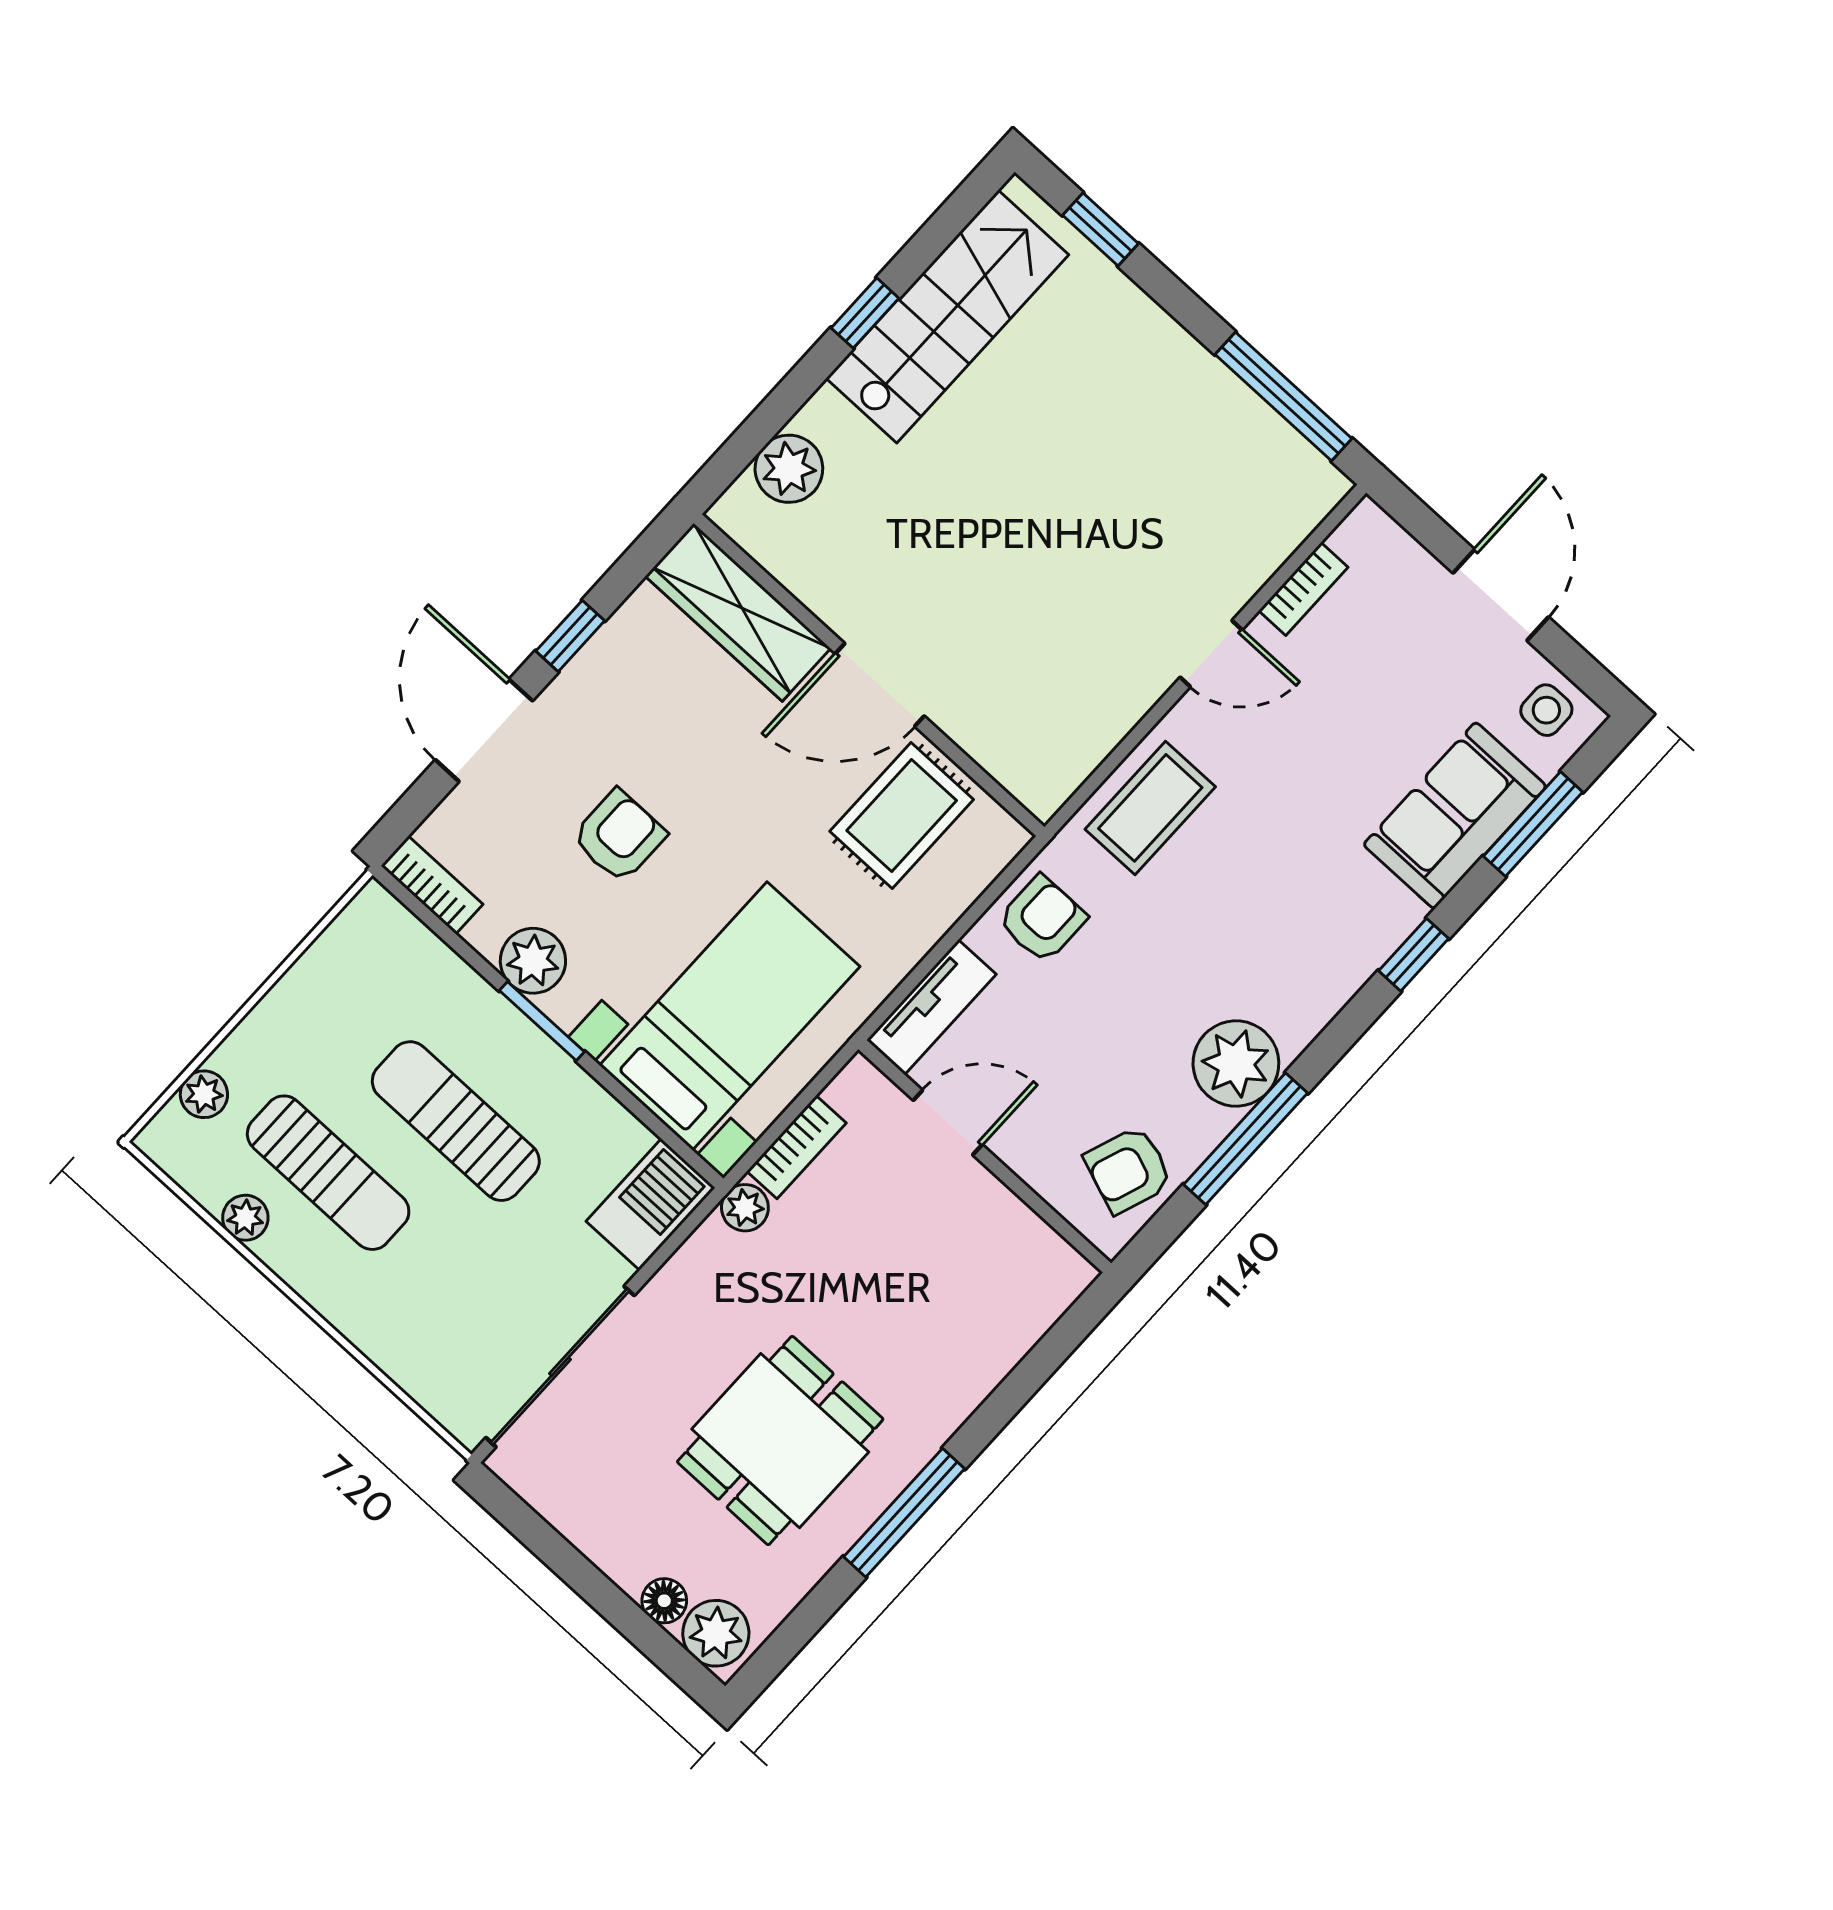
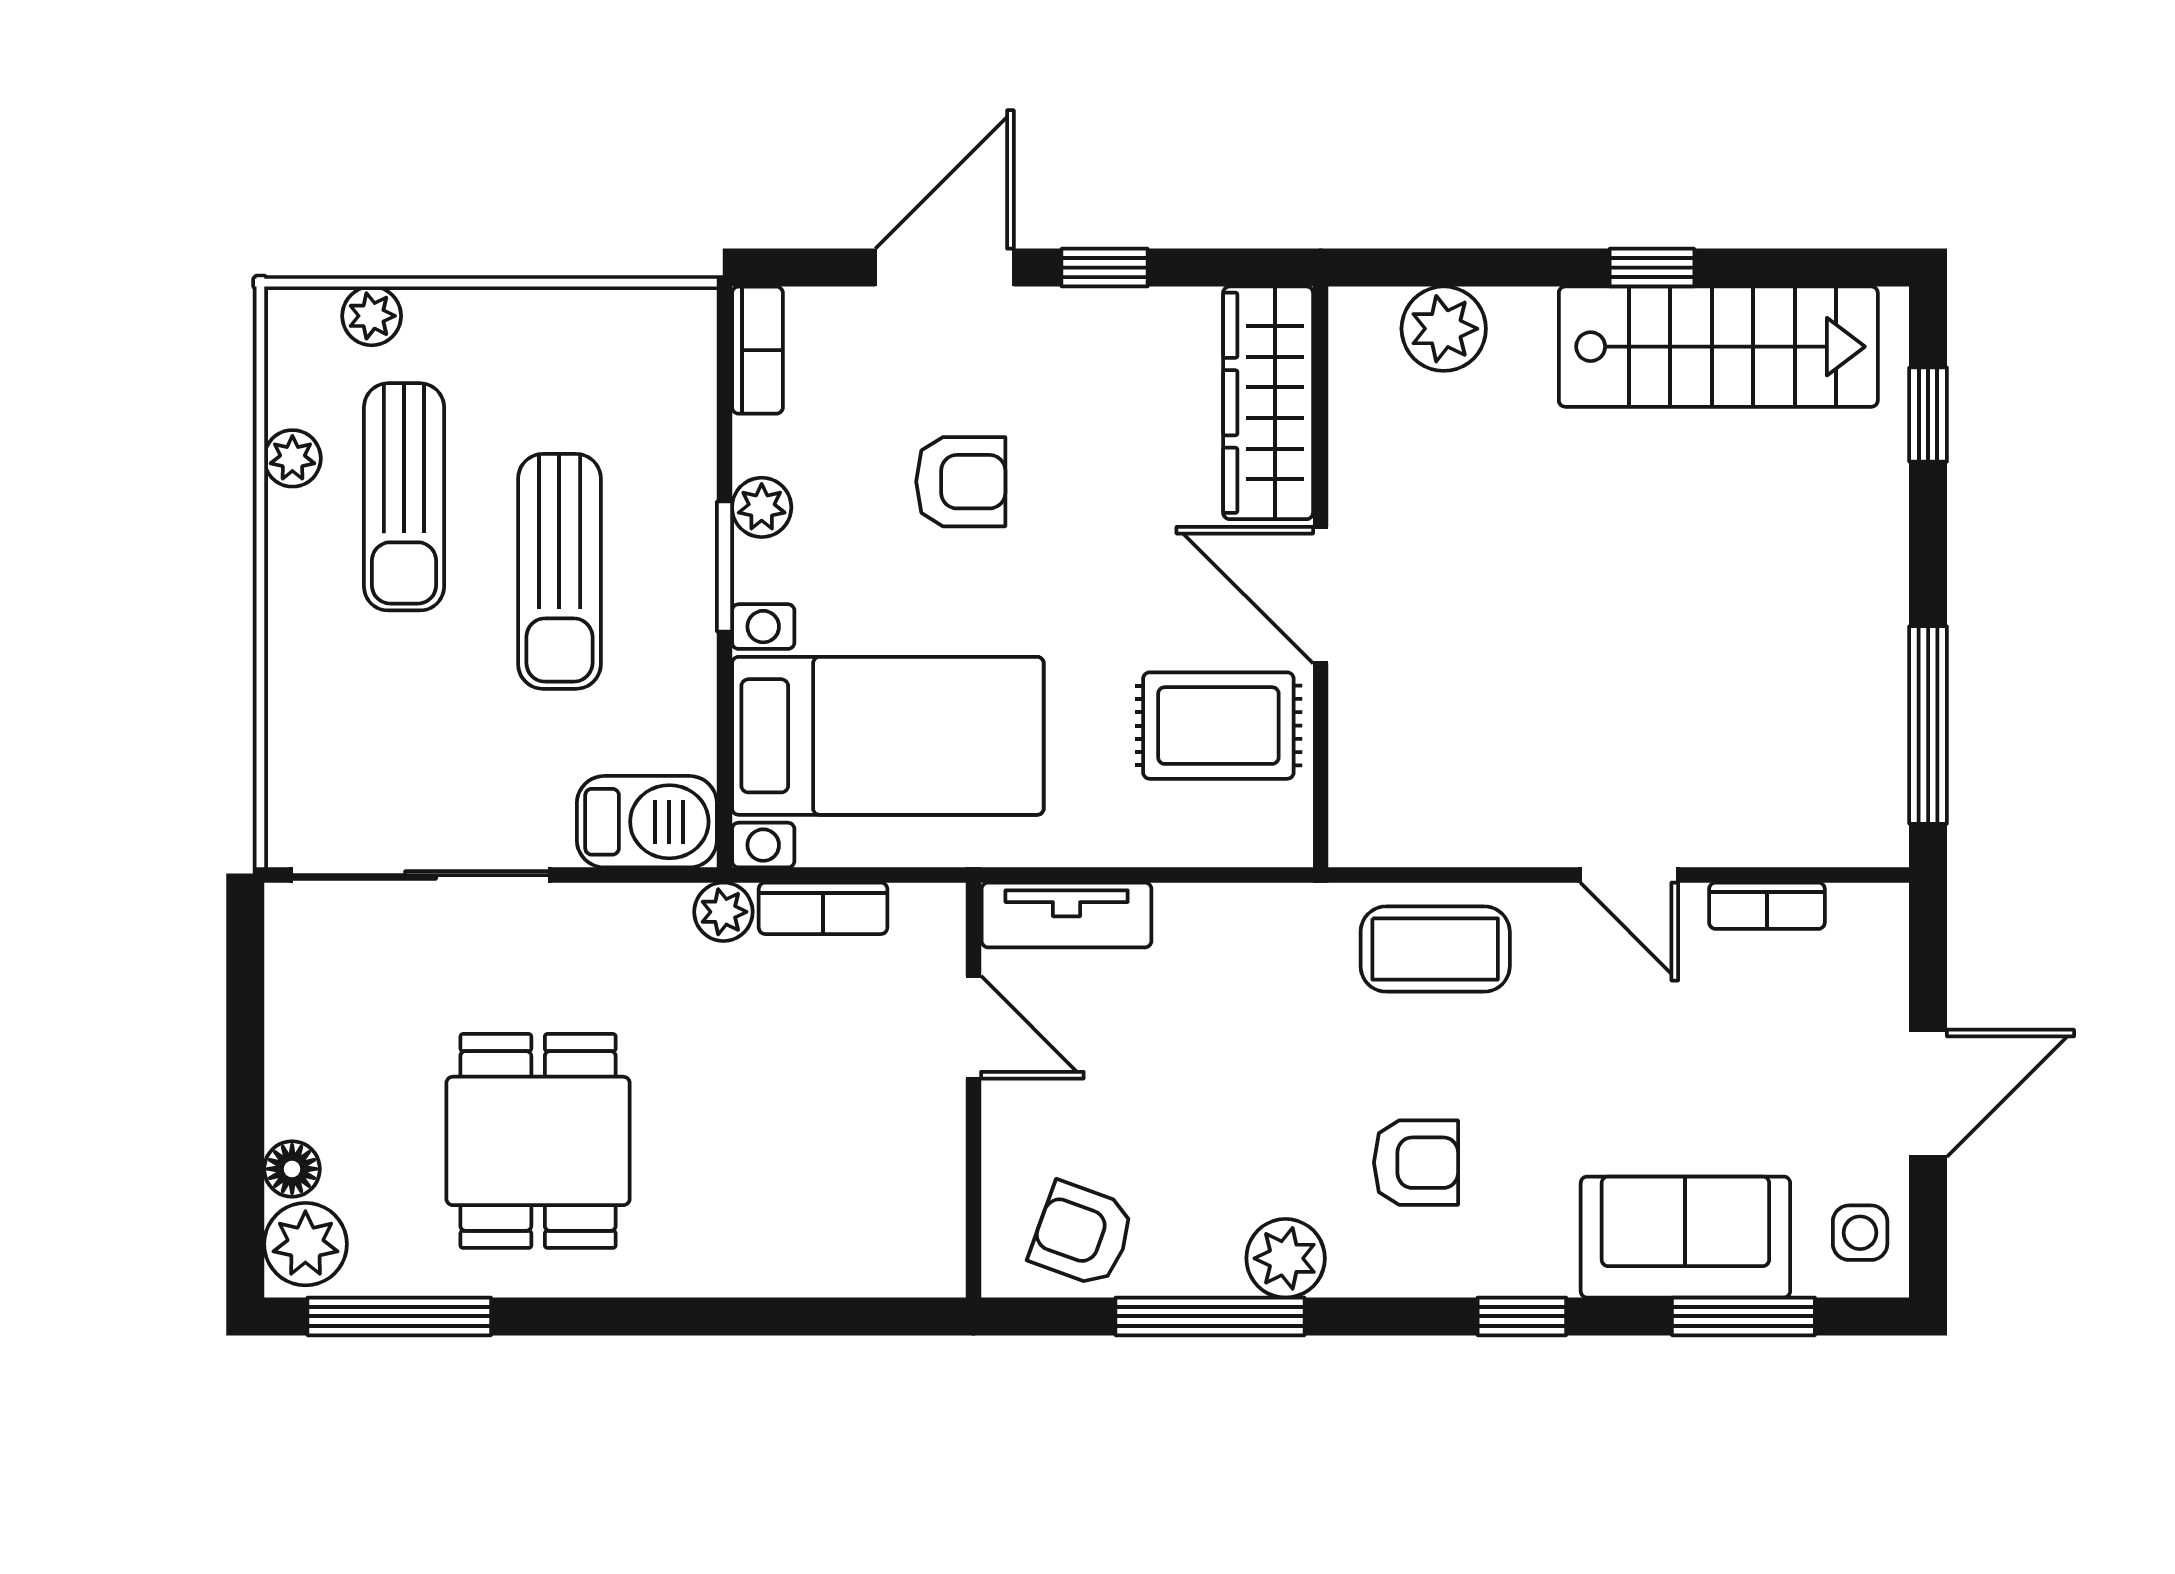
armchair: (1042, 919) -> (1416, 1163), moved
plant: (533, 961) -> (762, 507), width x0.73, depth x0.73
plant: (1236, 1063) -> (1286, 1258), width x0.73, depth x0.73
sun lounger: (456, 1121) -> (559, 571), turned 180
dining table: (780, 1441) -> (538, 1141), turned 90
window: (904, 1513) -> (399, 1316), moved

